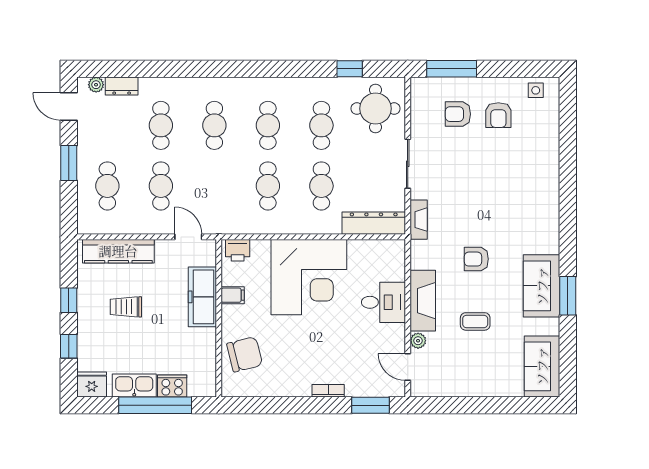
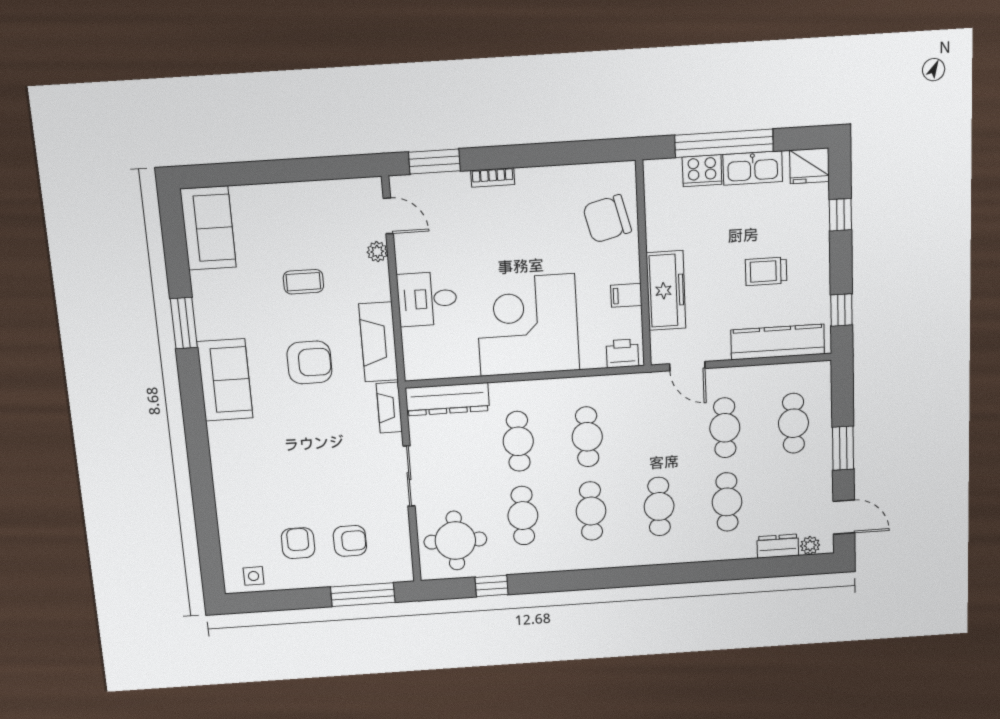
armchair: (476, 259) -> (309, 362), width x1.38, depth x1.38
sofa: (542, 286) -> (225, 380), moved
window: (69, 300) -> (841, 310), moved
fireplace: (423, 301) -> (379, 342), moved
trolley: (126, 307) -> (766, 271), turned 180

